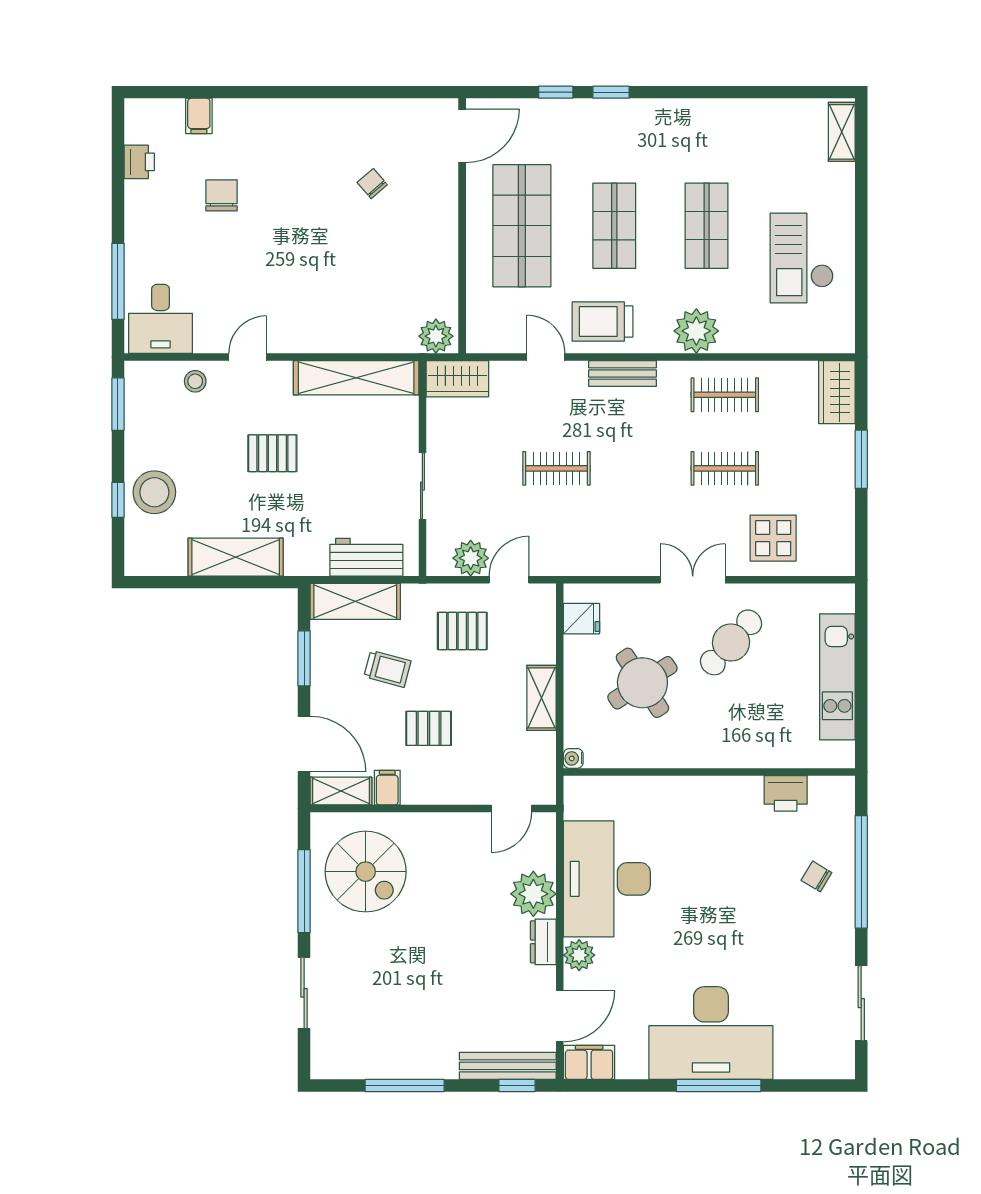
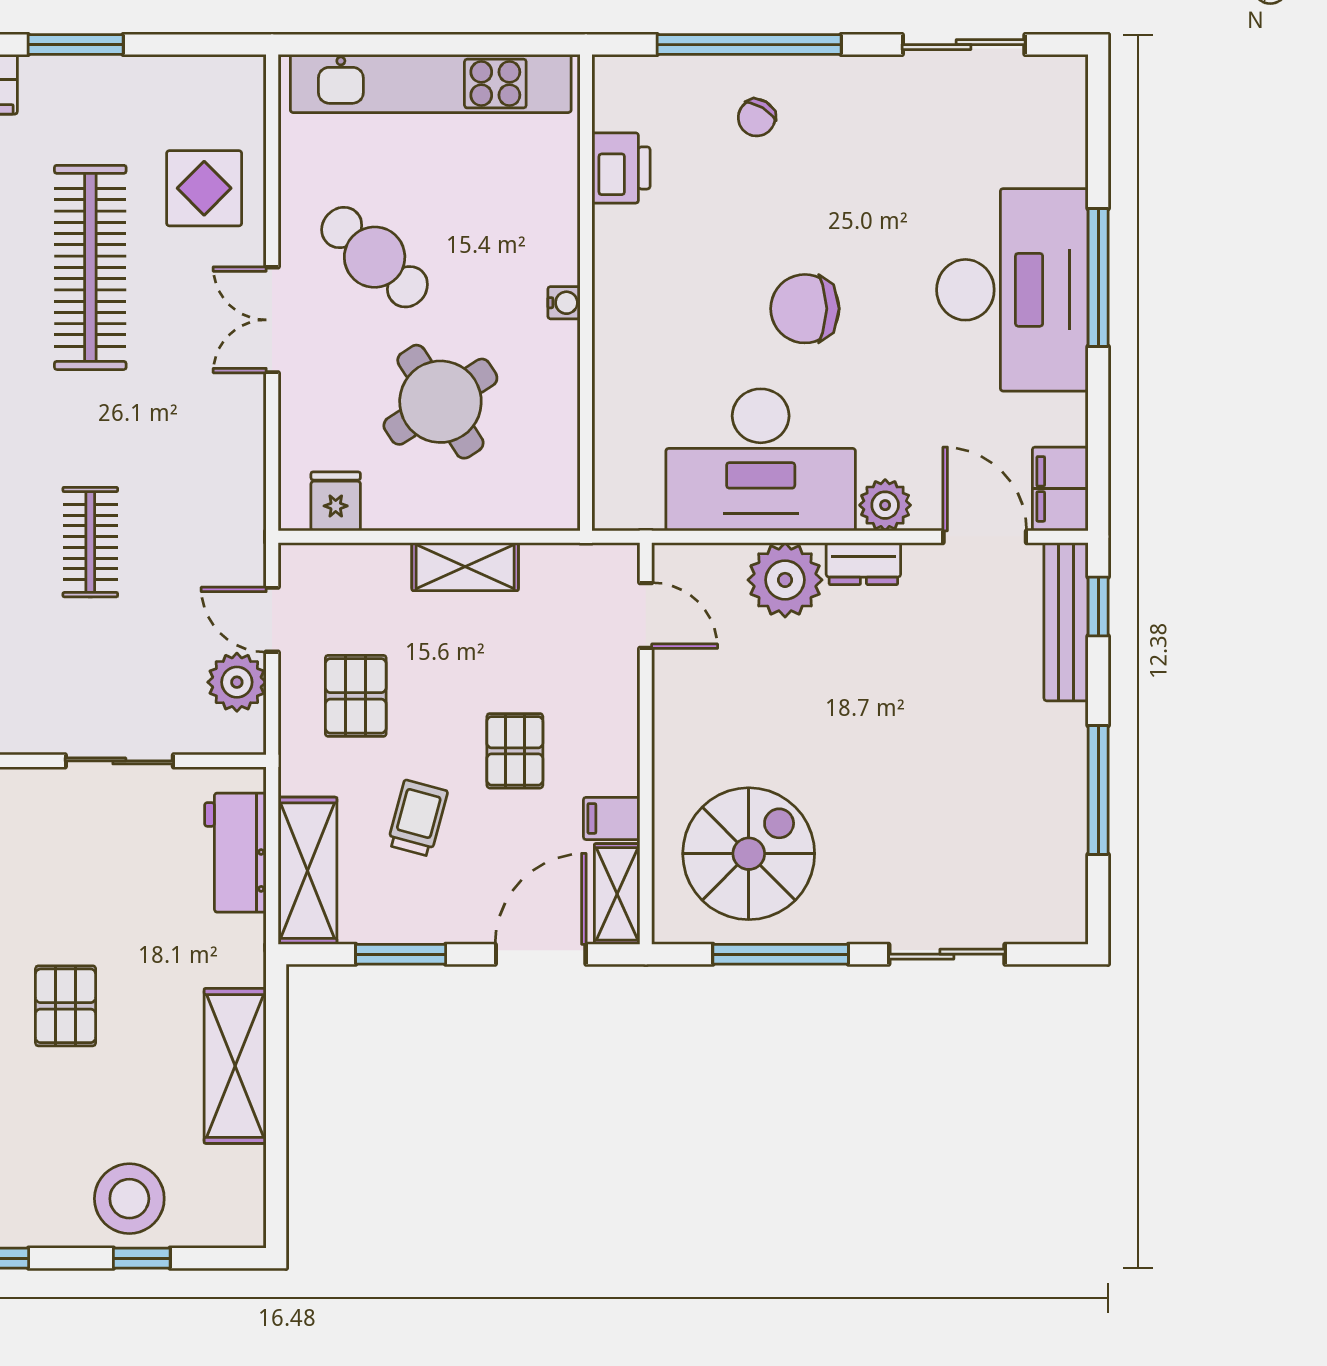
clothes rail: (725, 468) -> (90, 267), width x1.86, depth x1.31
kitchen unit: (837, 677) -> (431, 84), width x1.36
water cooler: (573, 758) -> (564, 303), moved, turned -90
chair: (699, 906) -> (805, 309), added

